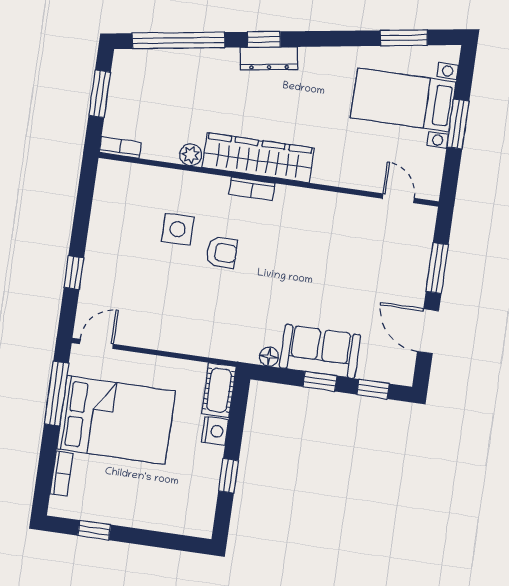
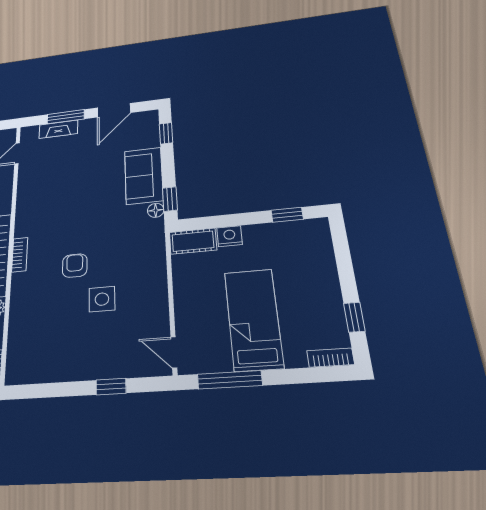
side table: (178, 229) -> (102, 299), moved
fireplace: (420, 256) -> (58, 129), added
window: (320, 381) -> (170, 199), moved
bed: (116, 420) -> (253, 319), width x0.67
bookcase: (62, 473) -> (331, 358), moved
window: (229, 476) -> (287, 215), moved

